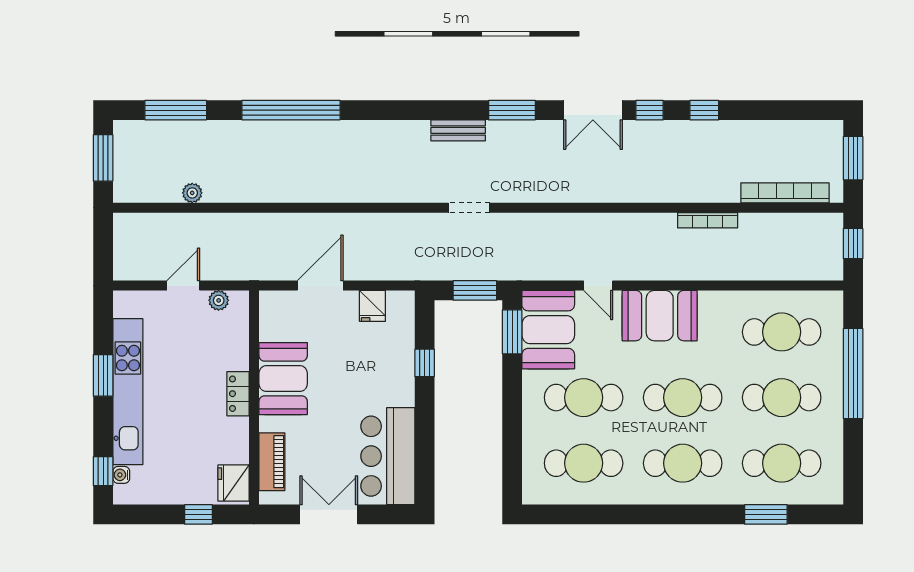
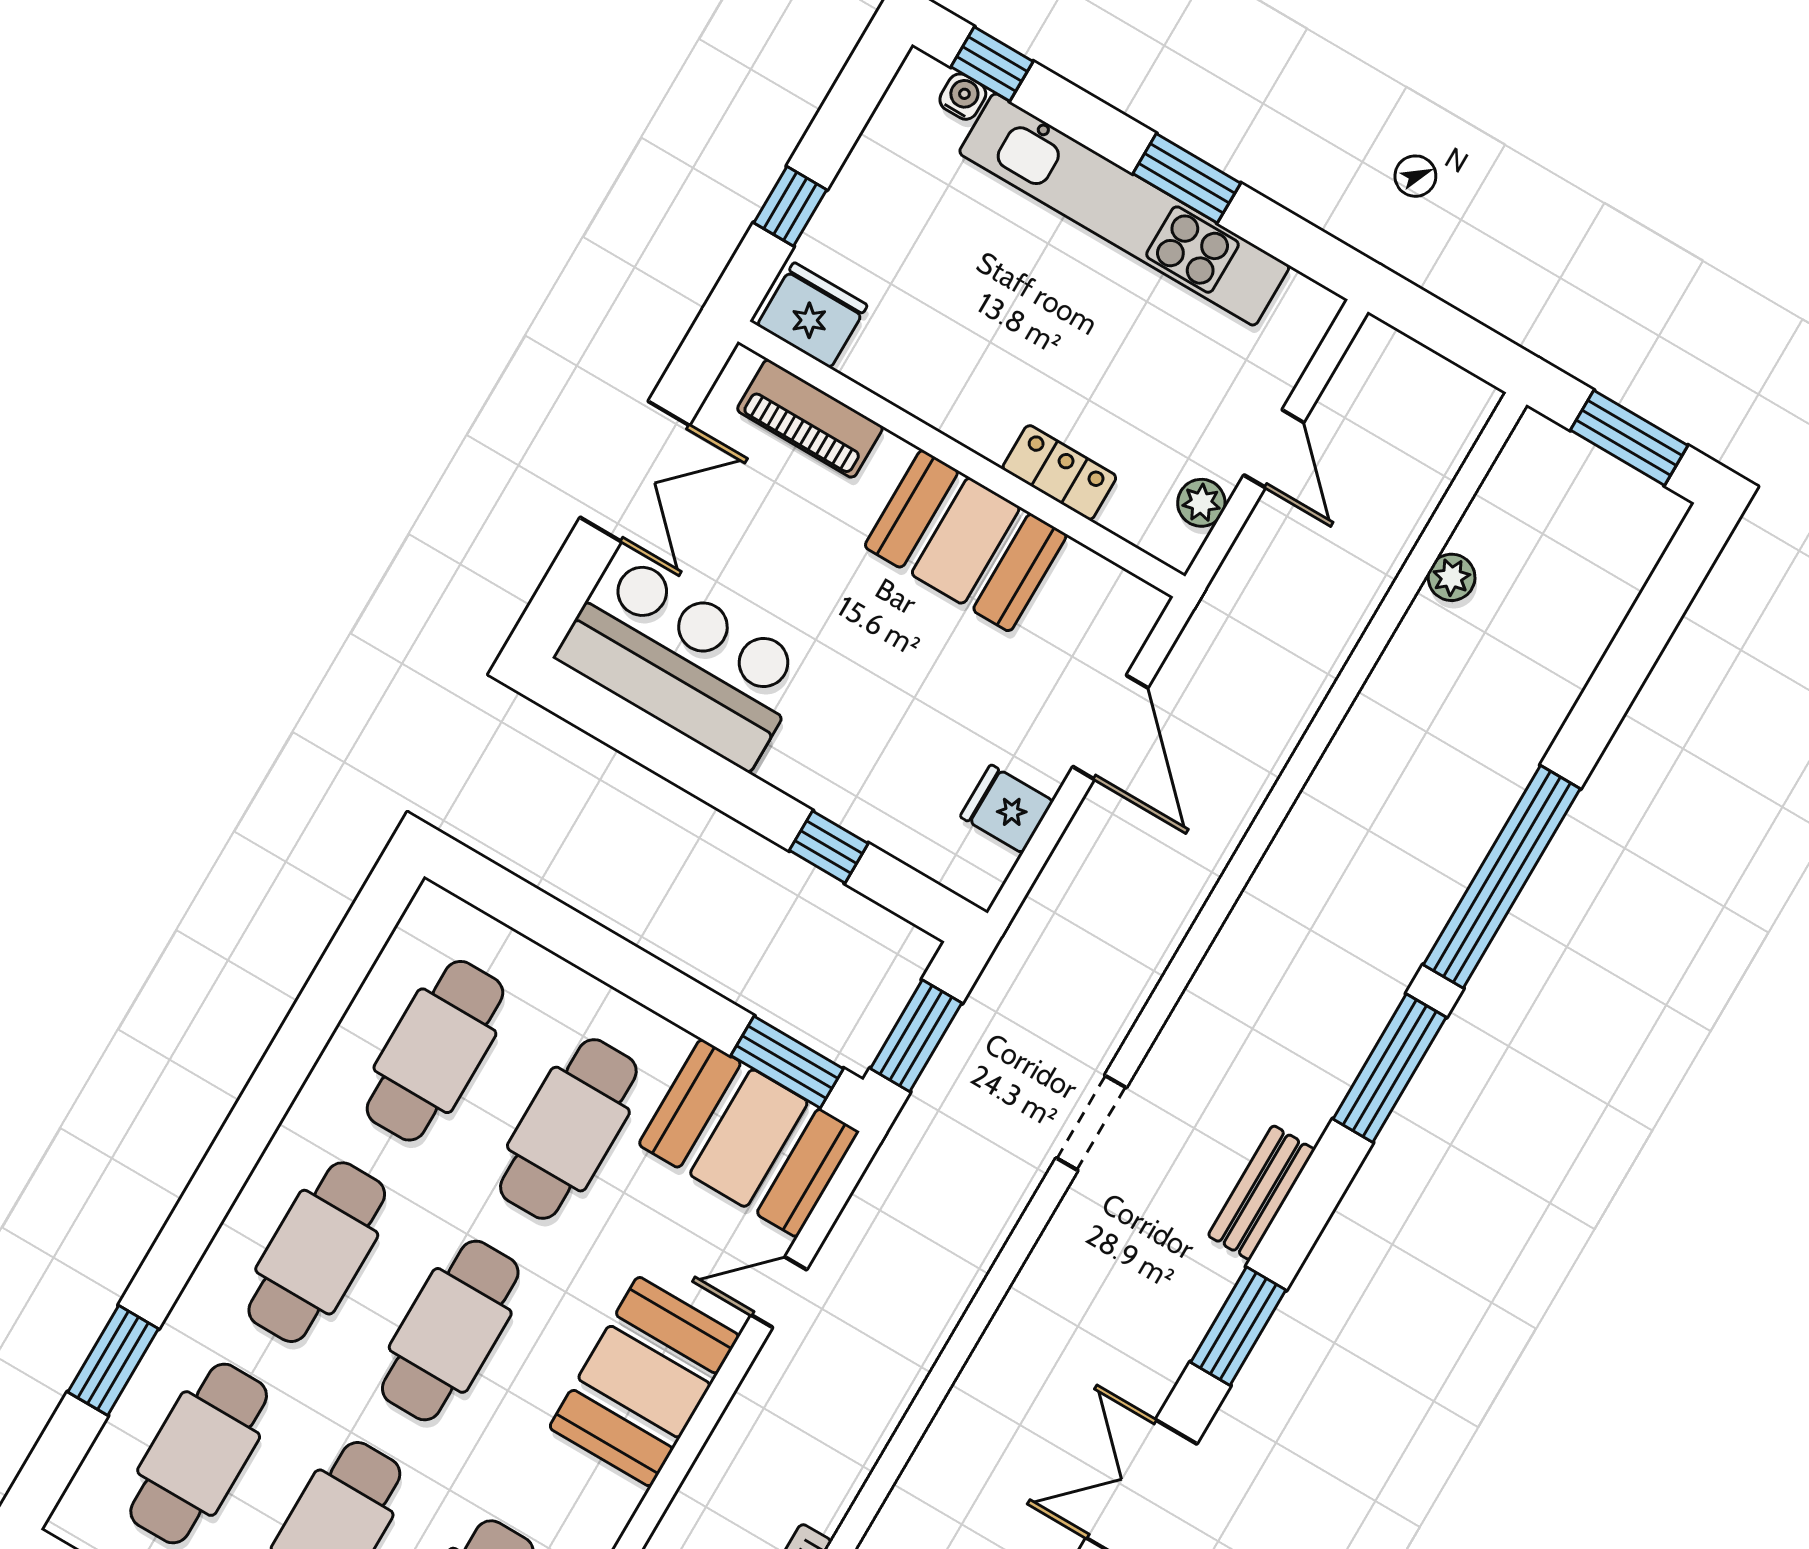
window: (176, 110) -> (1390, 1068), moved
locker: (238, 394) -> (1059, 472), moved

